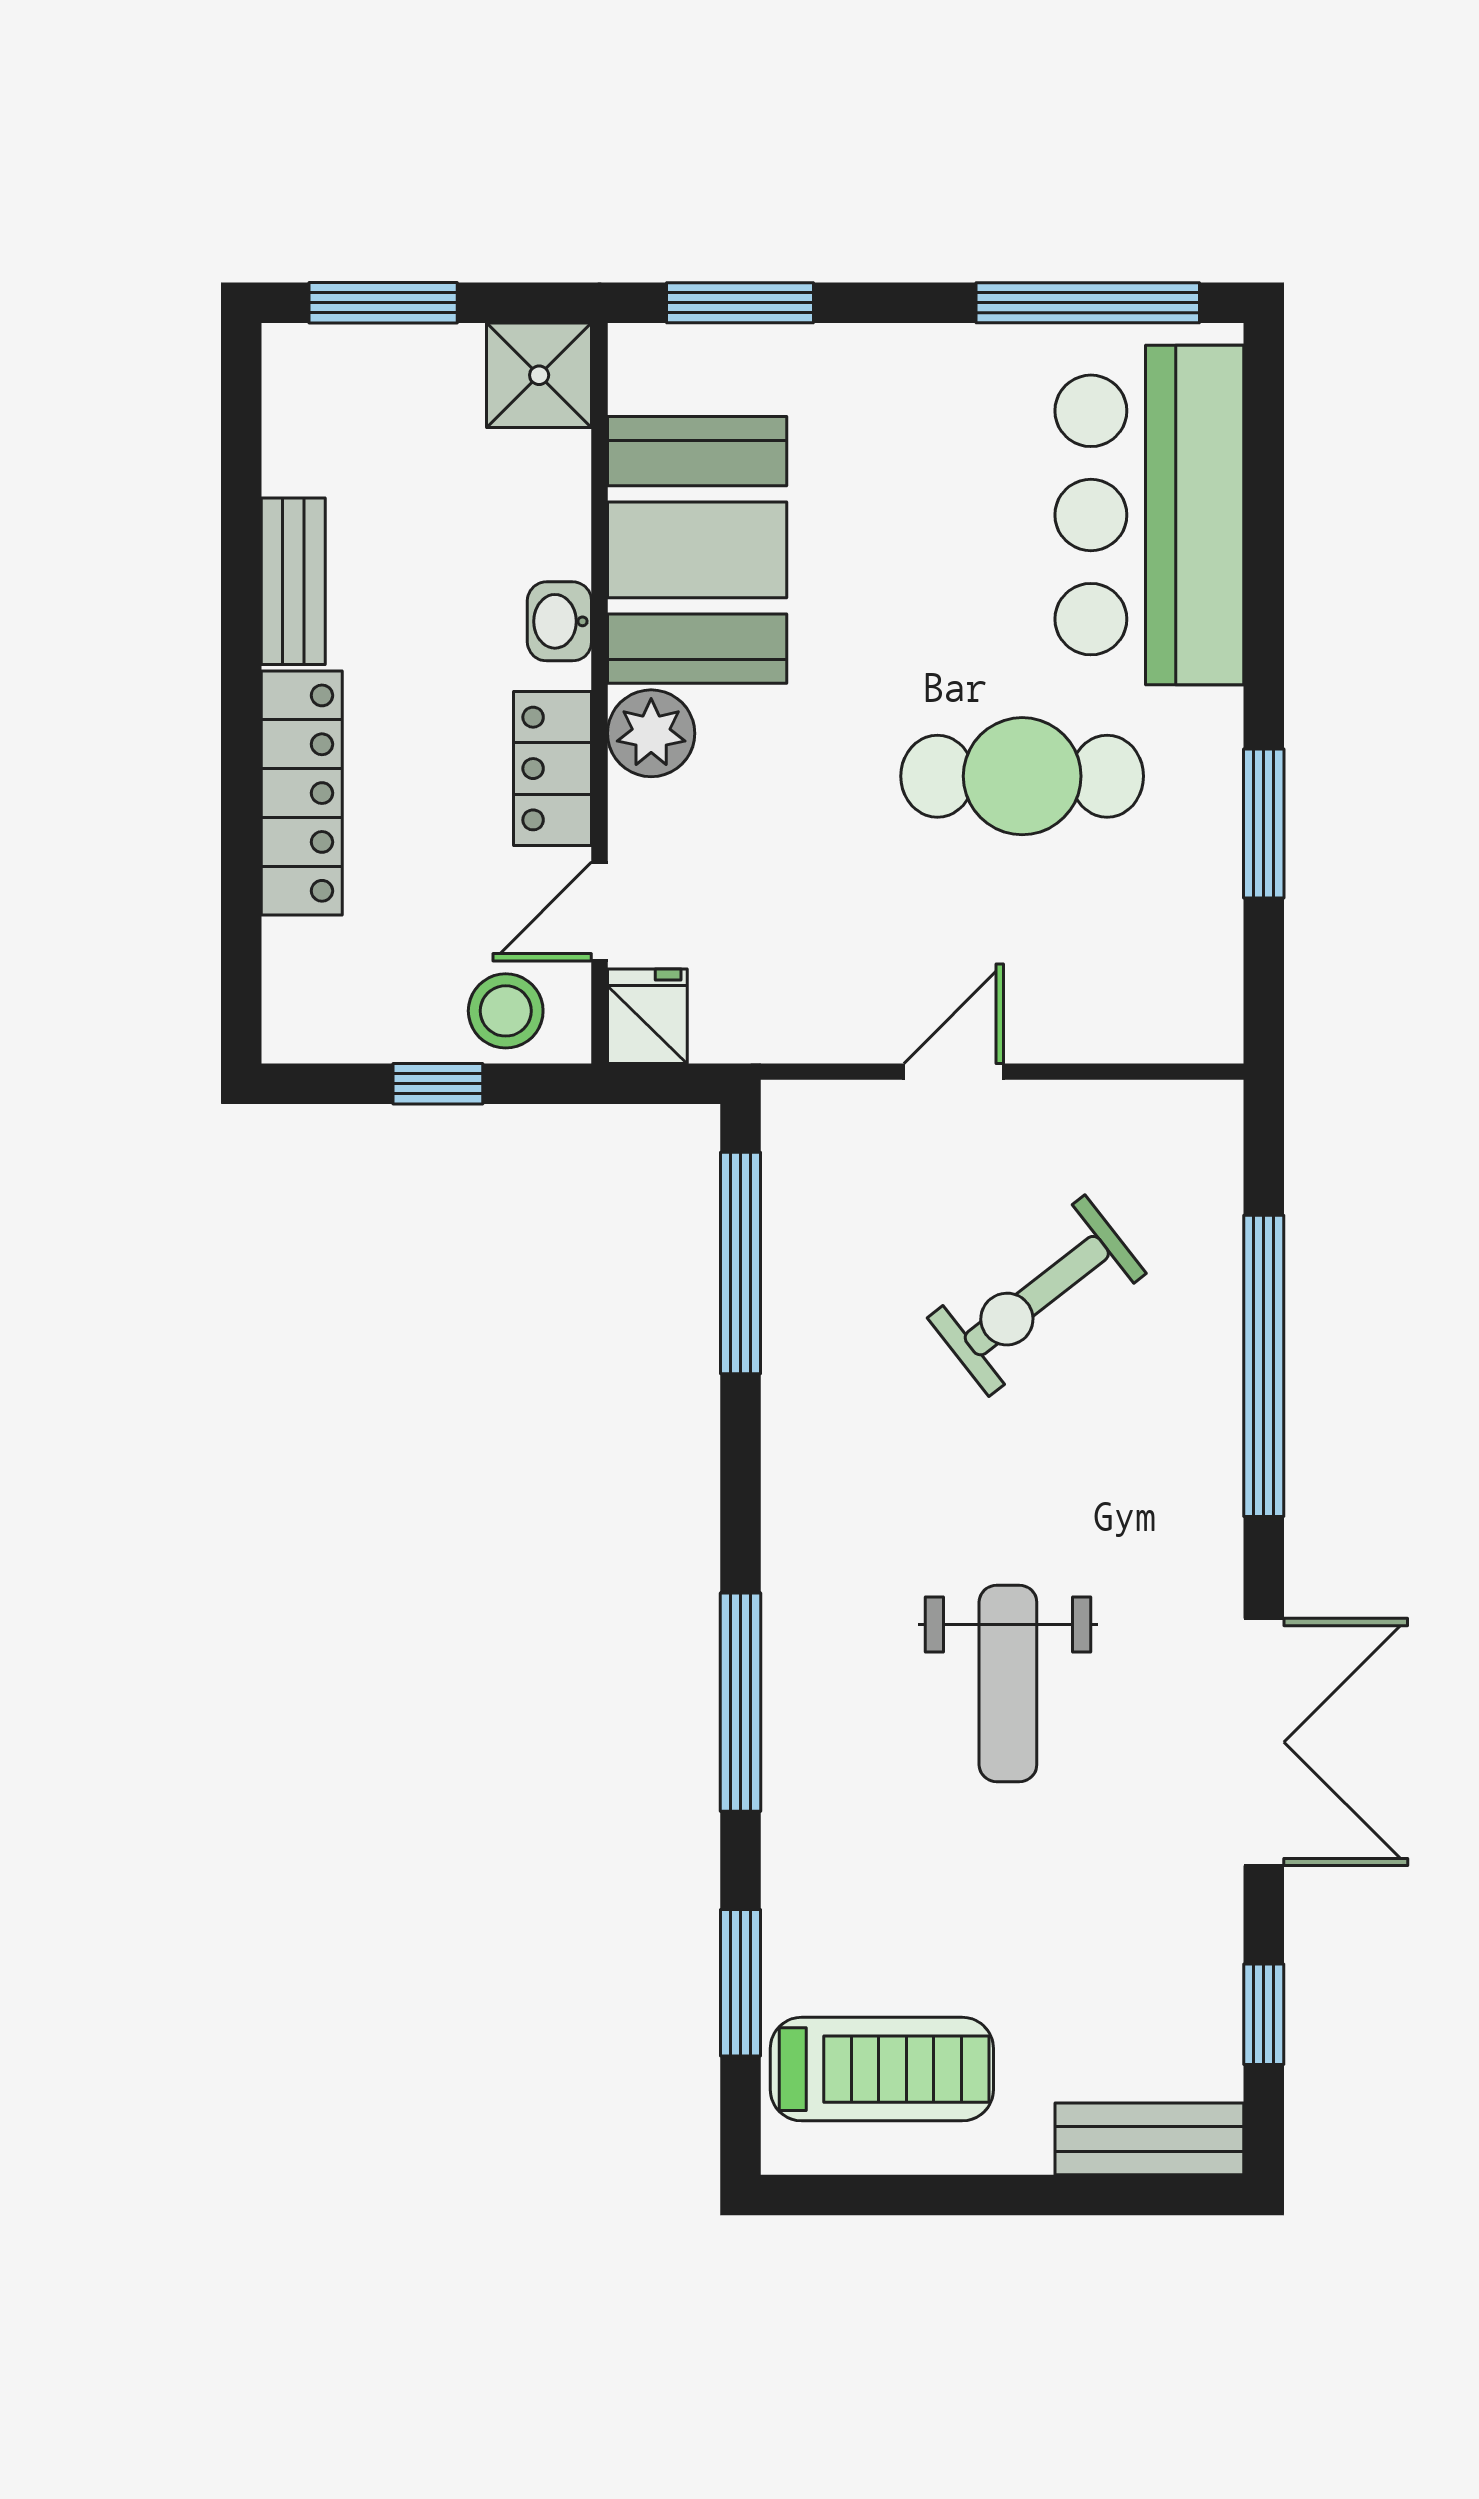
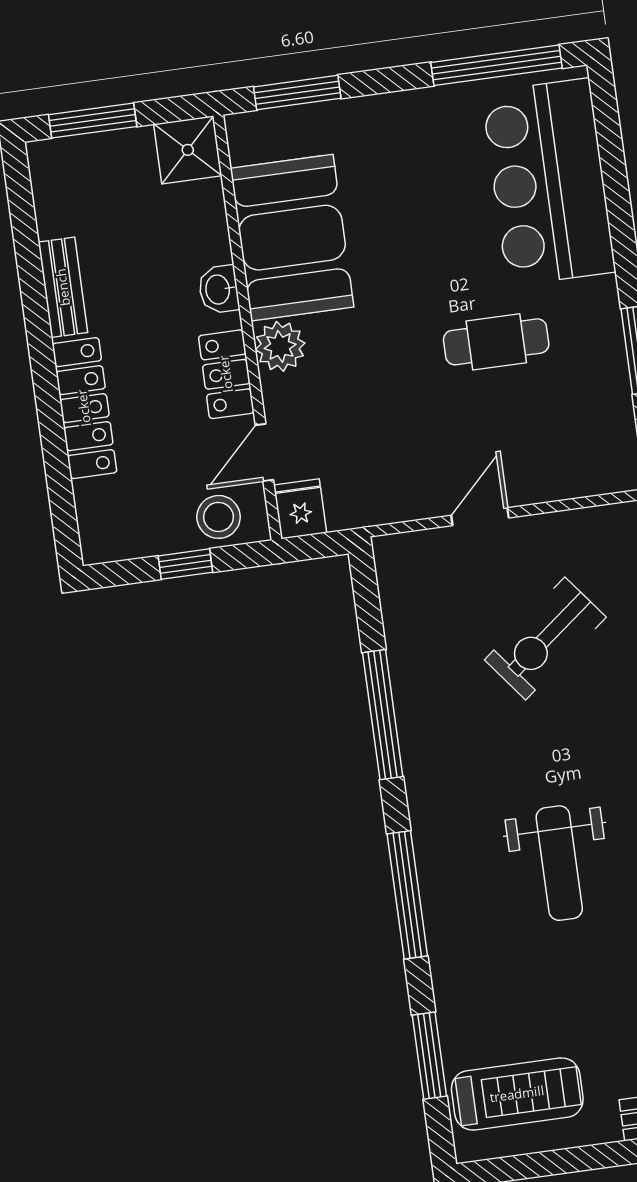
cafe table: (1022, 776) -> (496, 342), width x0.73, depth x0.74
window: (740, 1263) -> (383, 715), moved

